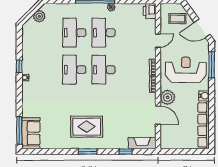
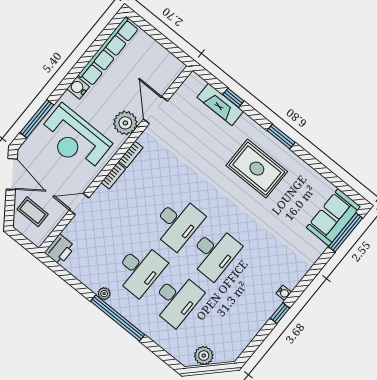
fireplace: (142, 143) -> (220, 104), moved

